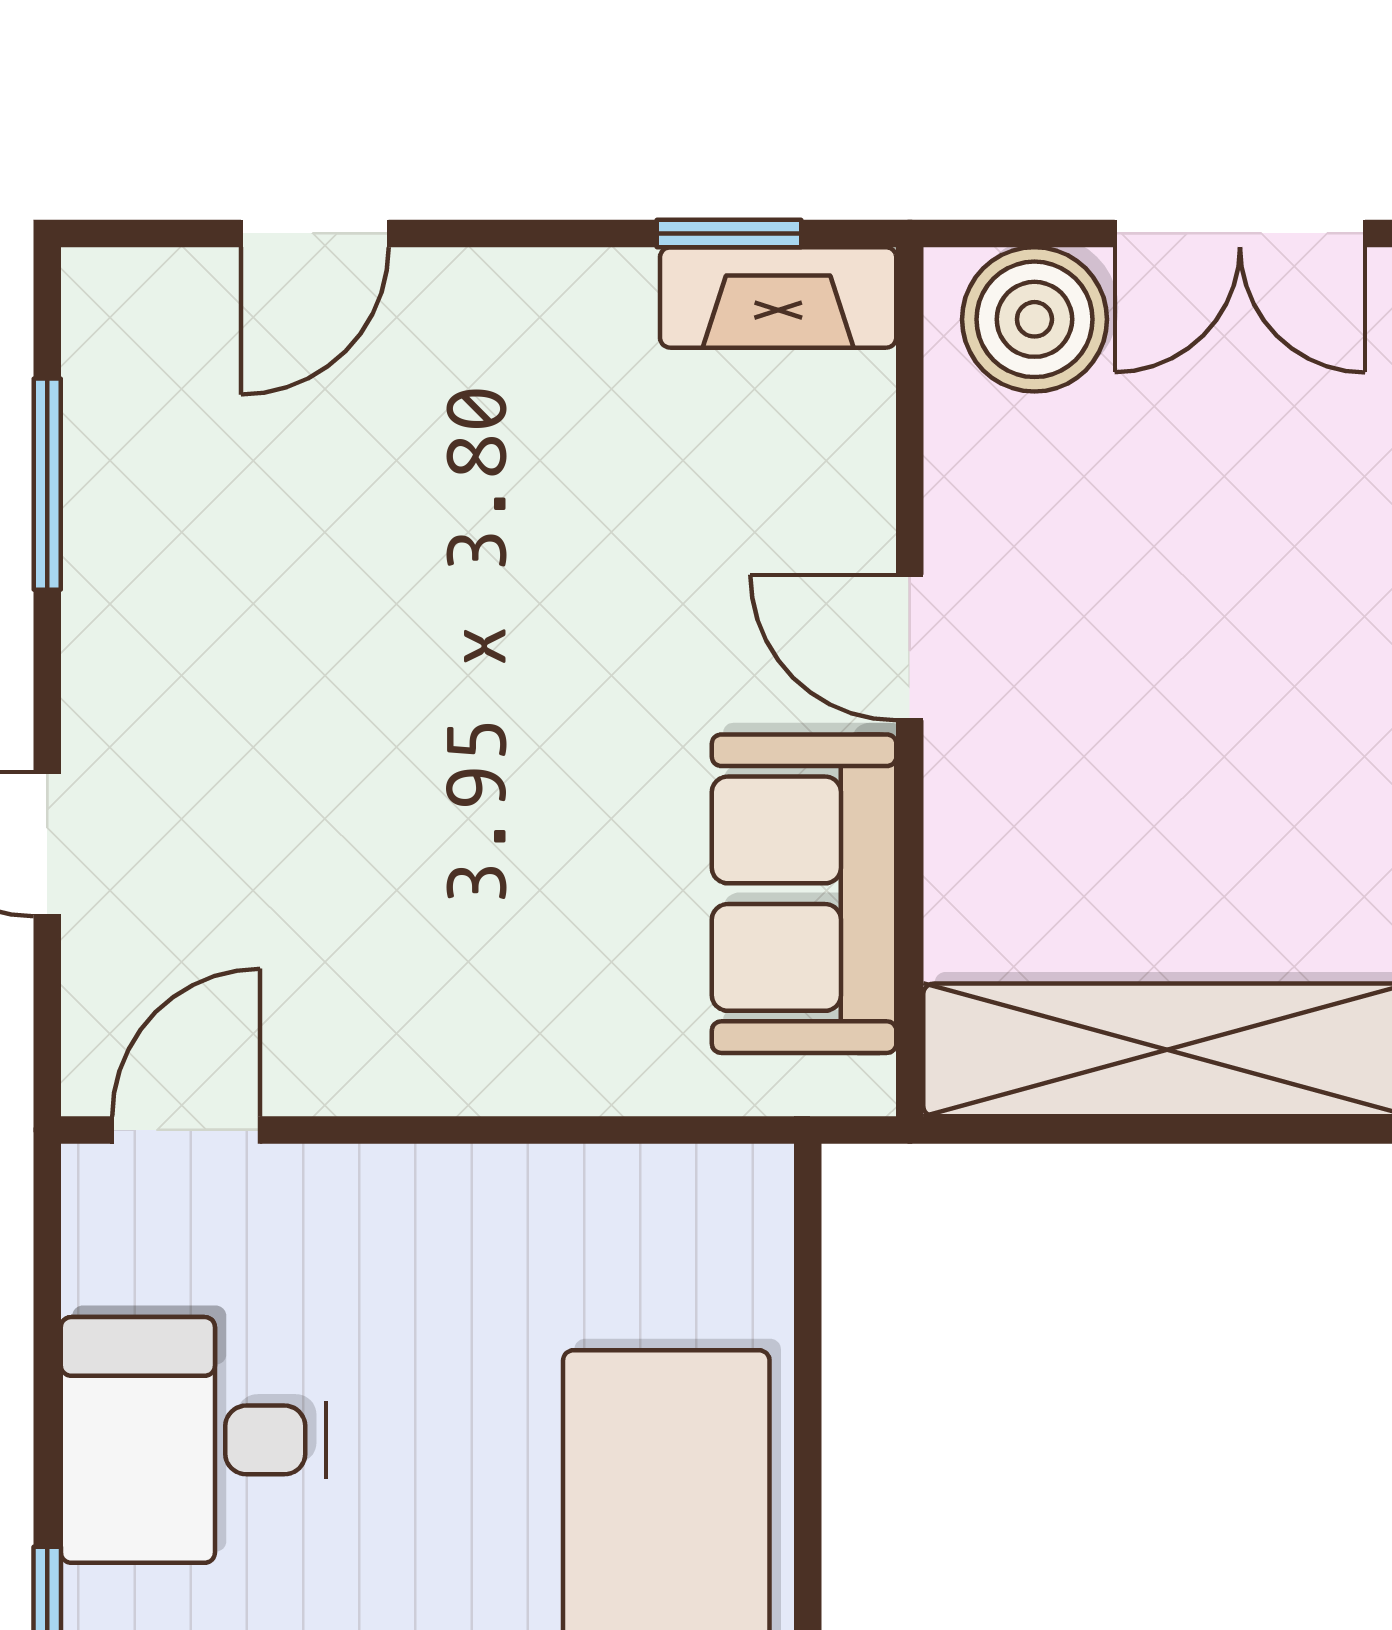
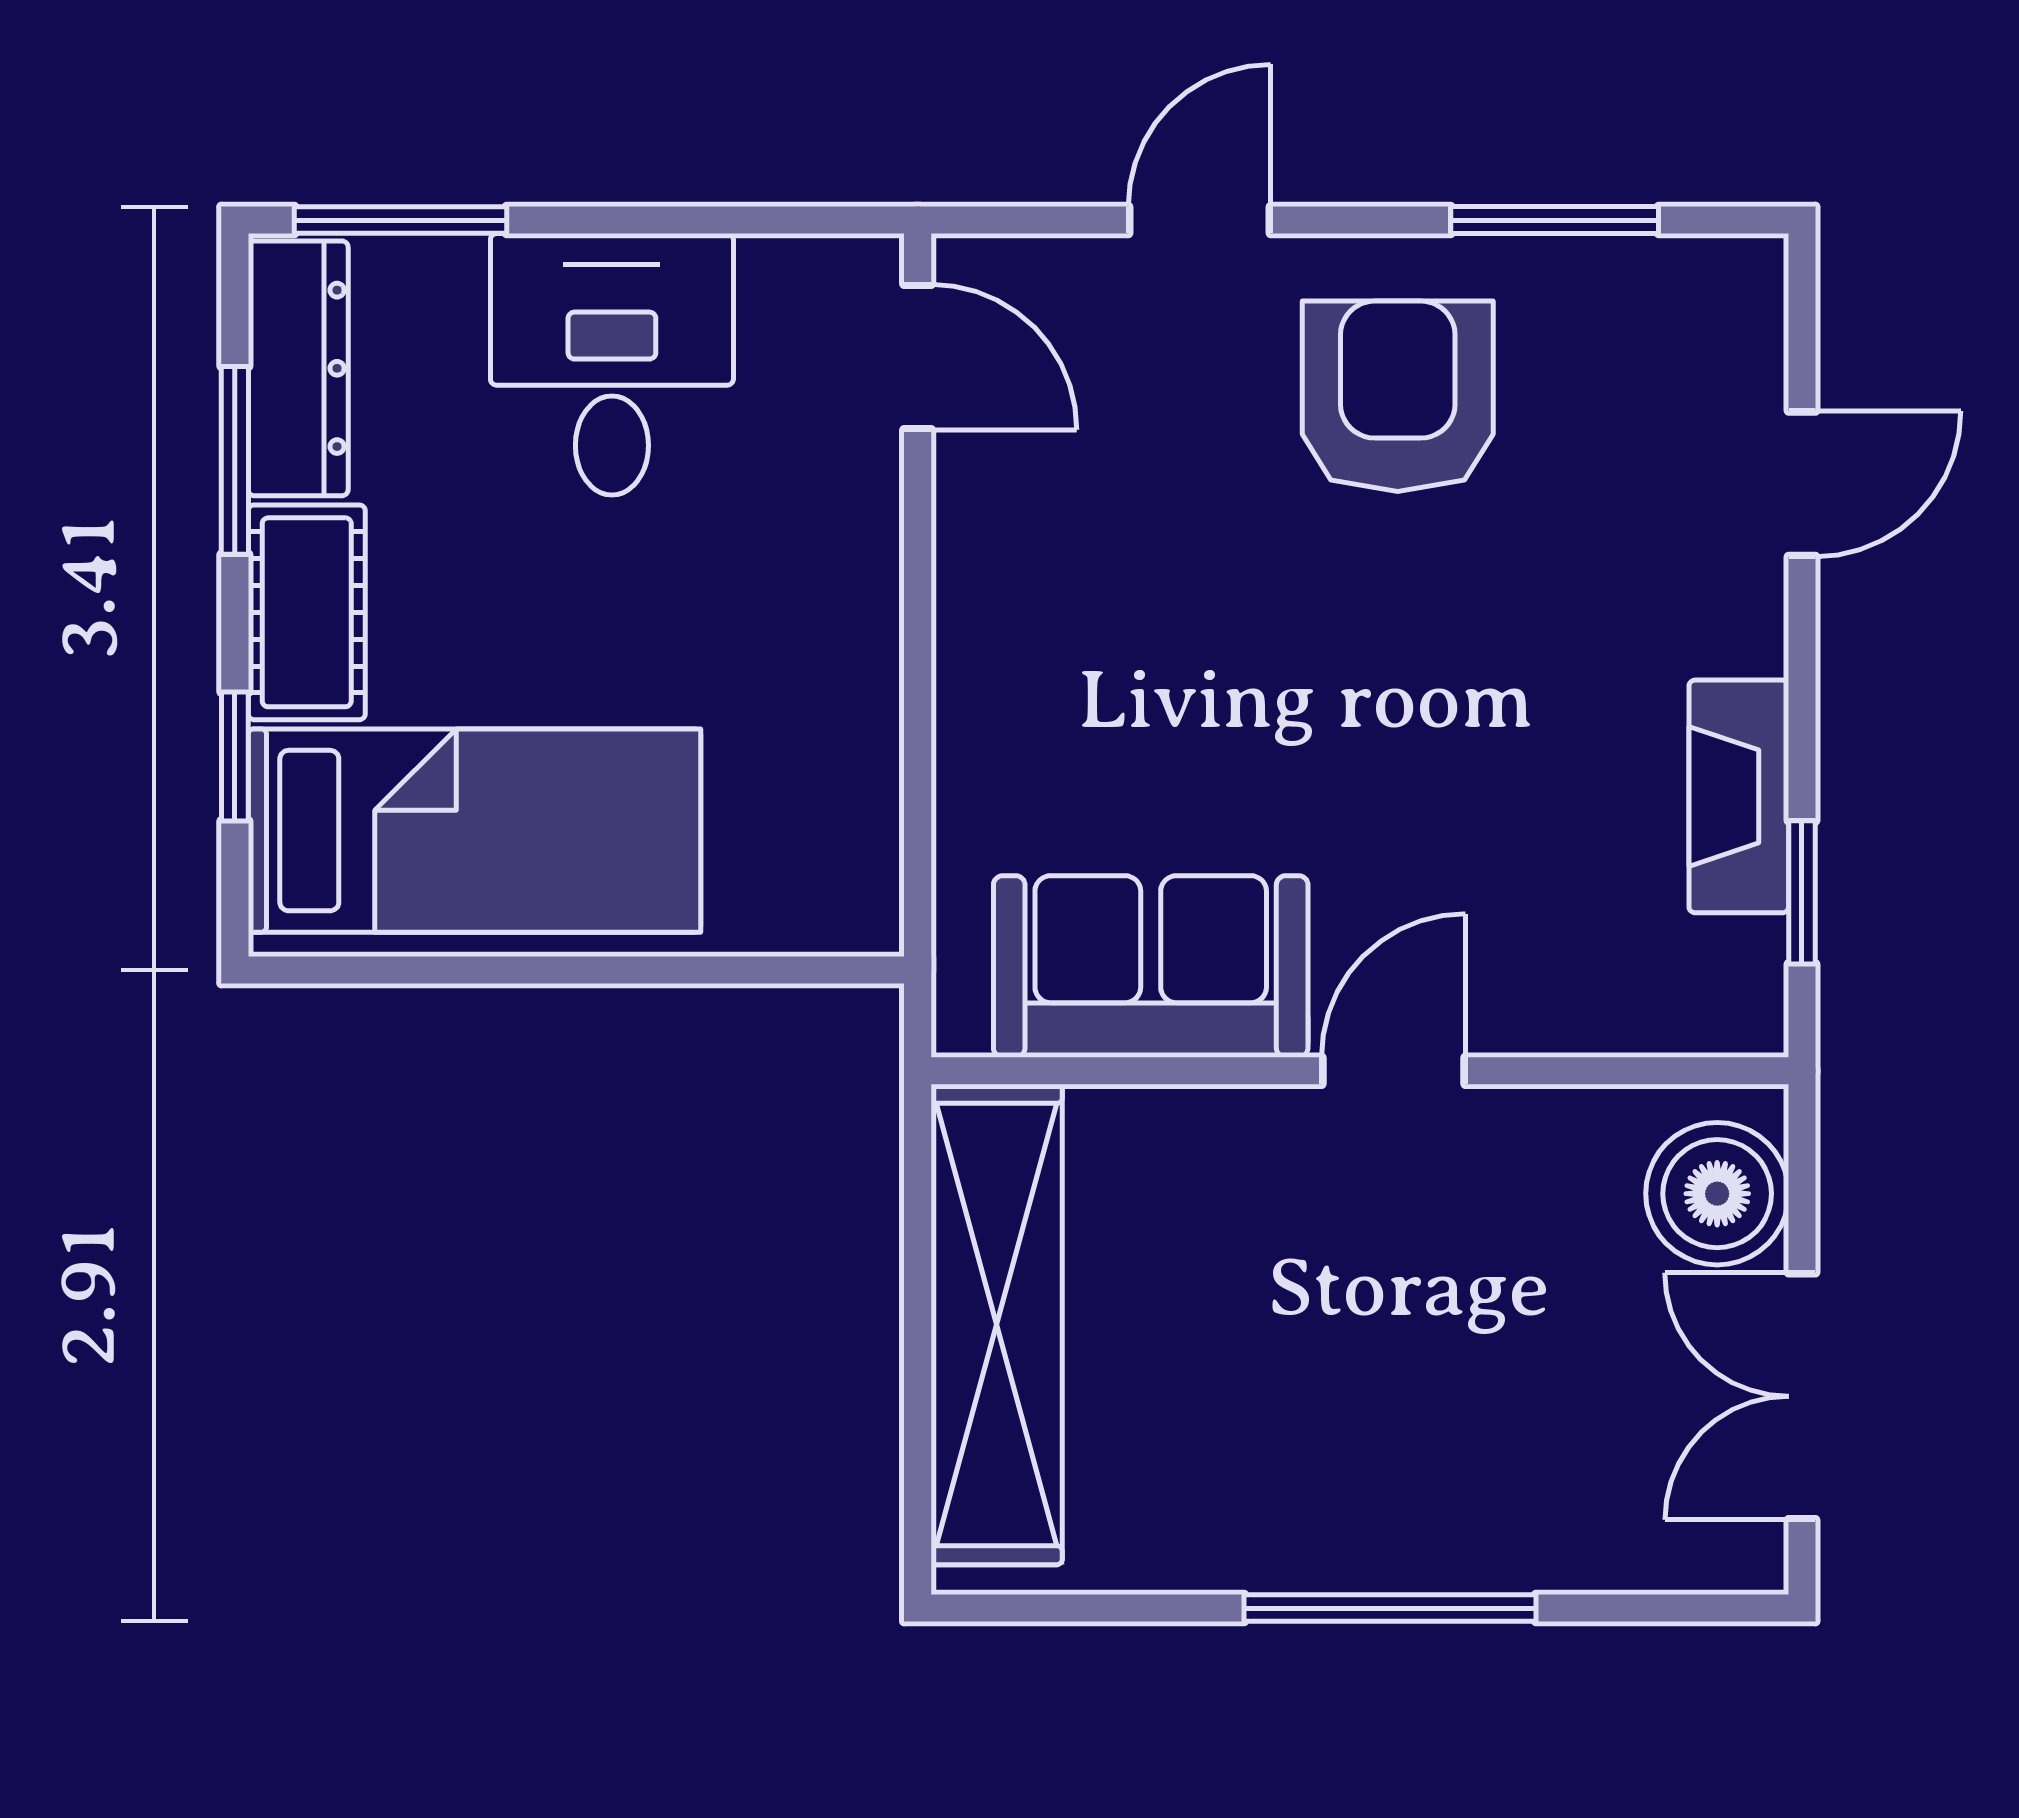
door: (315, 233) -> (1802, 484), swing flipped
fireplace: (778, 297) -> (1739, 796), moved
armchair: (226, 643) -> (1398, 396), added

